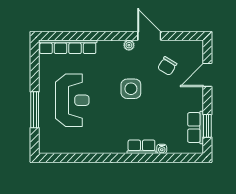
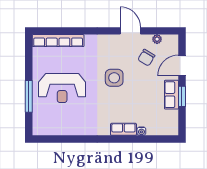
plant: (129, 45) -> (157, 39), moved
reception desk: (72, 100) -> (62, 88), turned 90
window: (207, 126) -> (182, 96), moved
row of seats: (196, 128) -> (171, 95), moved

